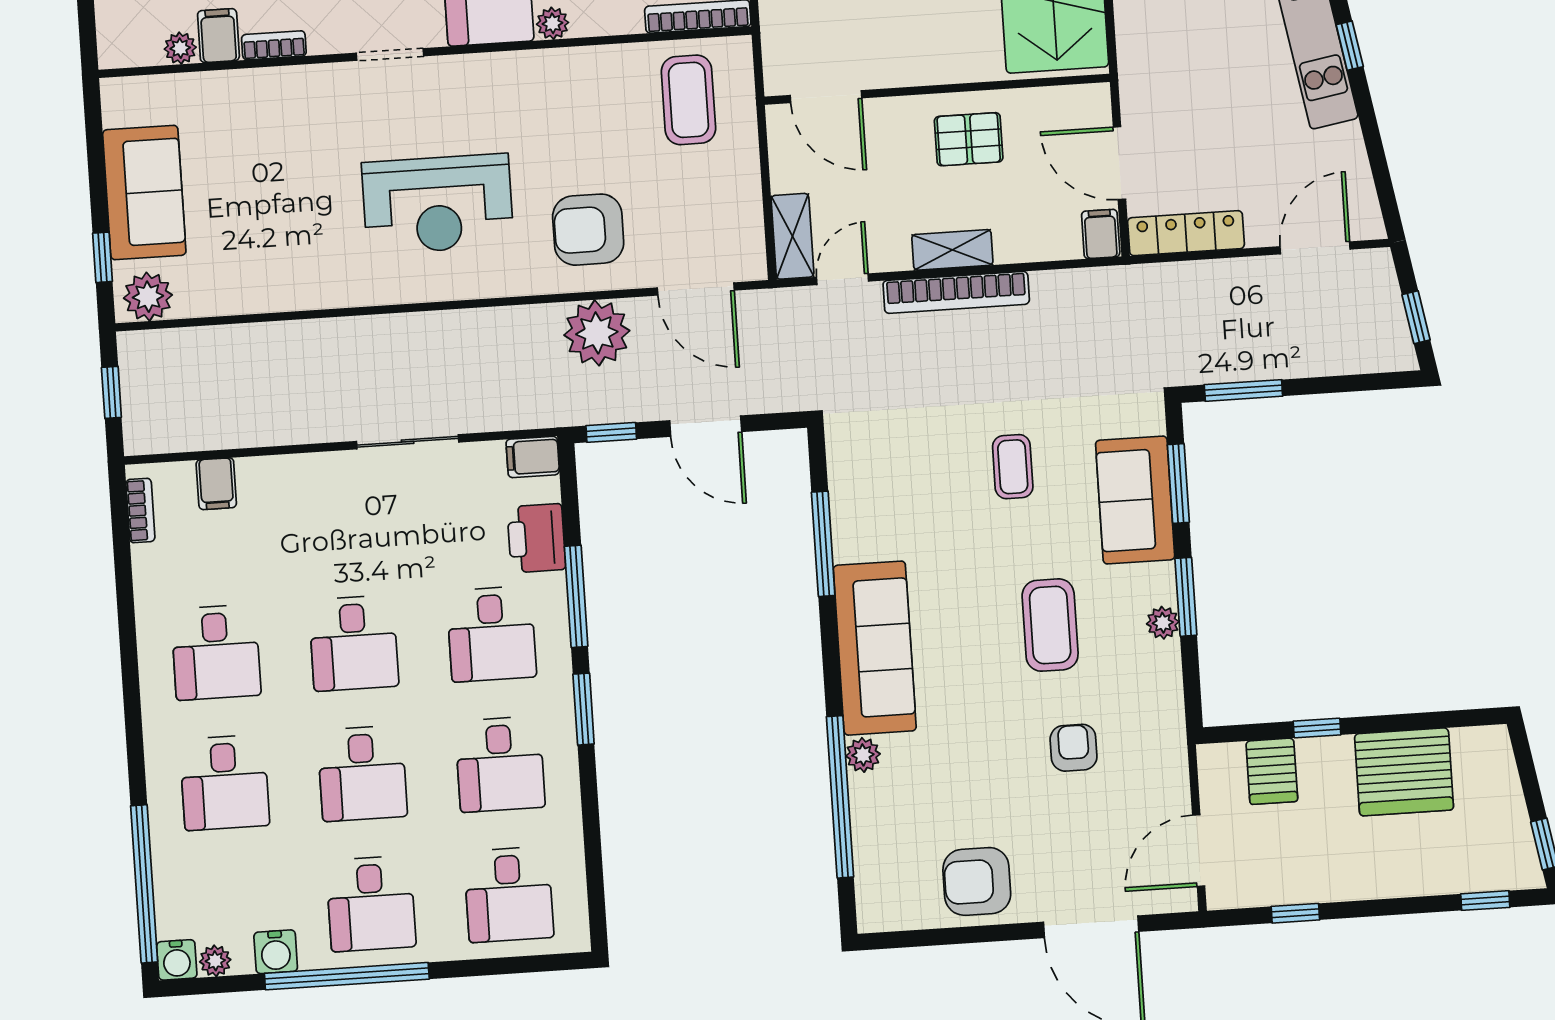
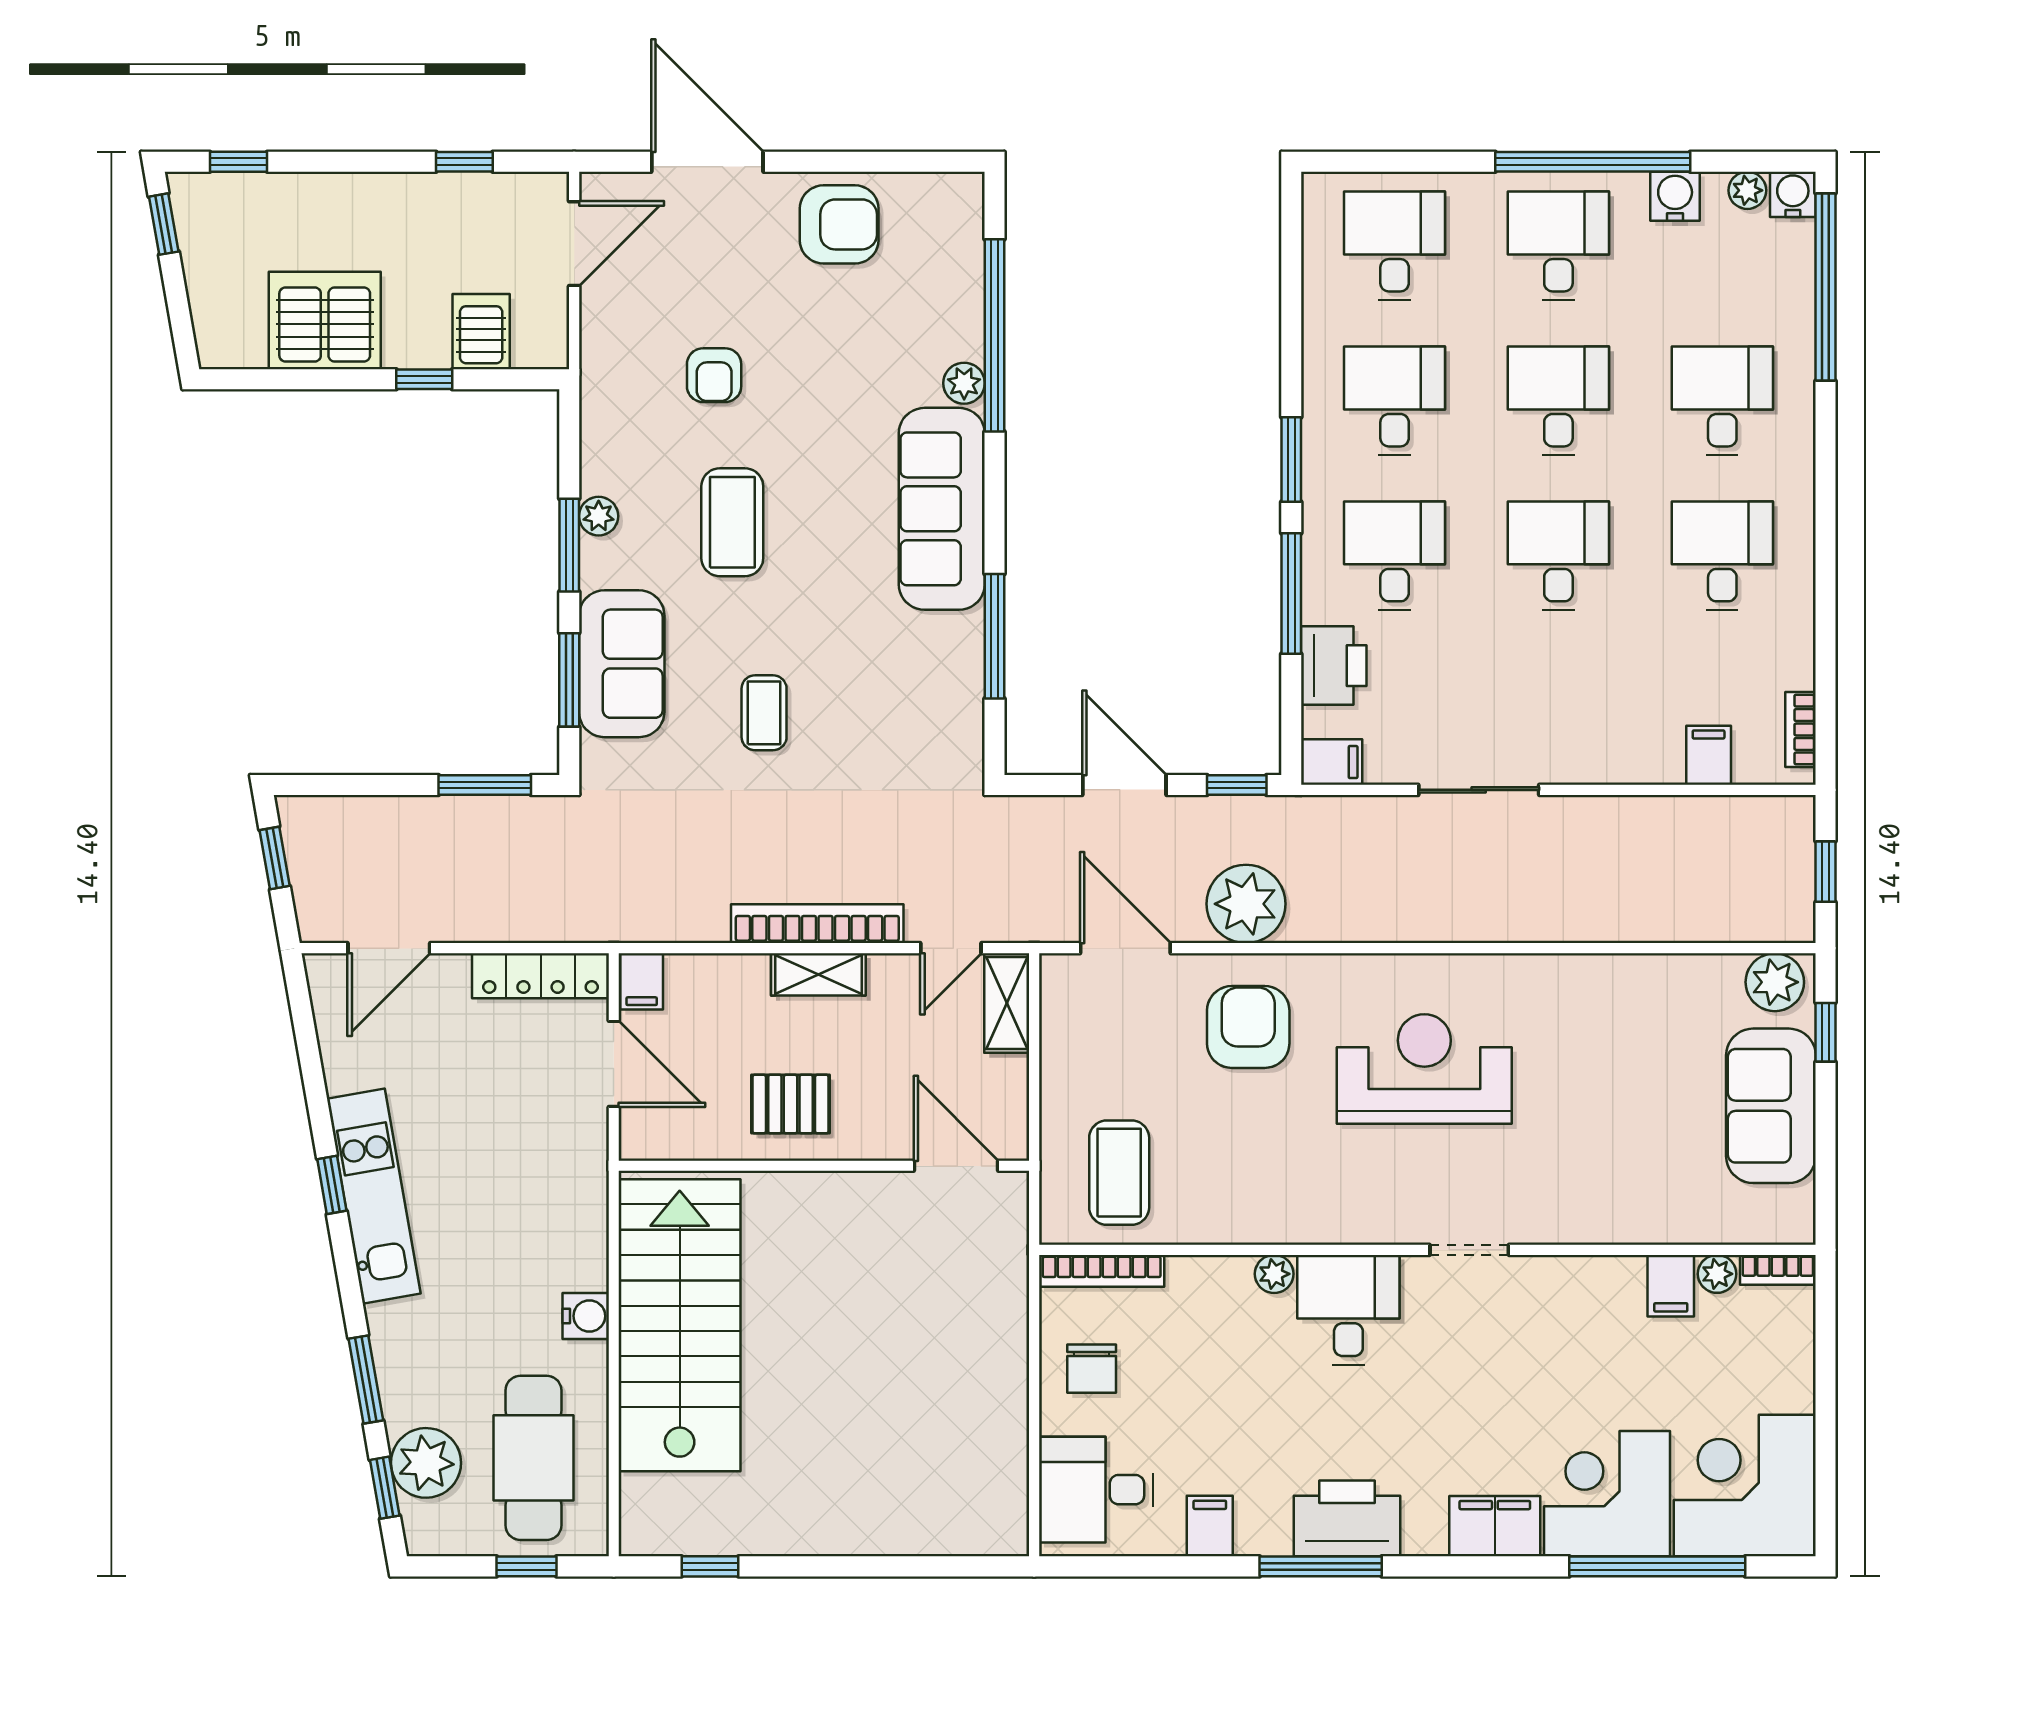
bookcase: (274, 45) -> (1778, 1270), moved
armchair: (588, 230) -> (1248, 1027), turned -90

